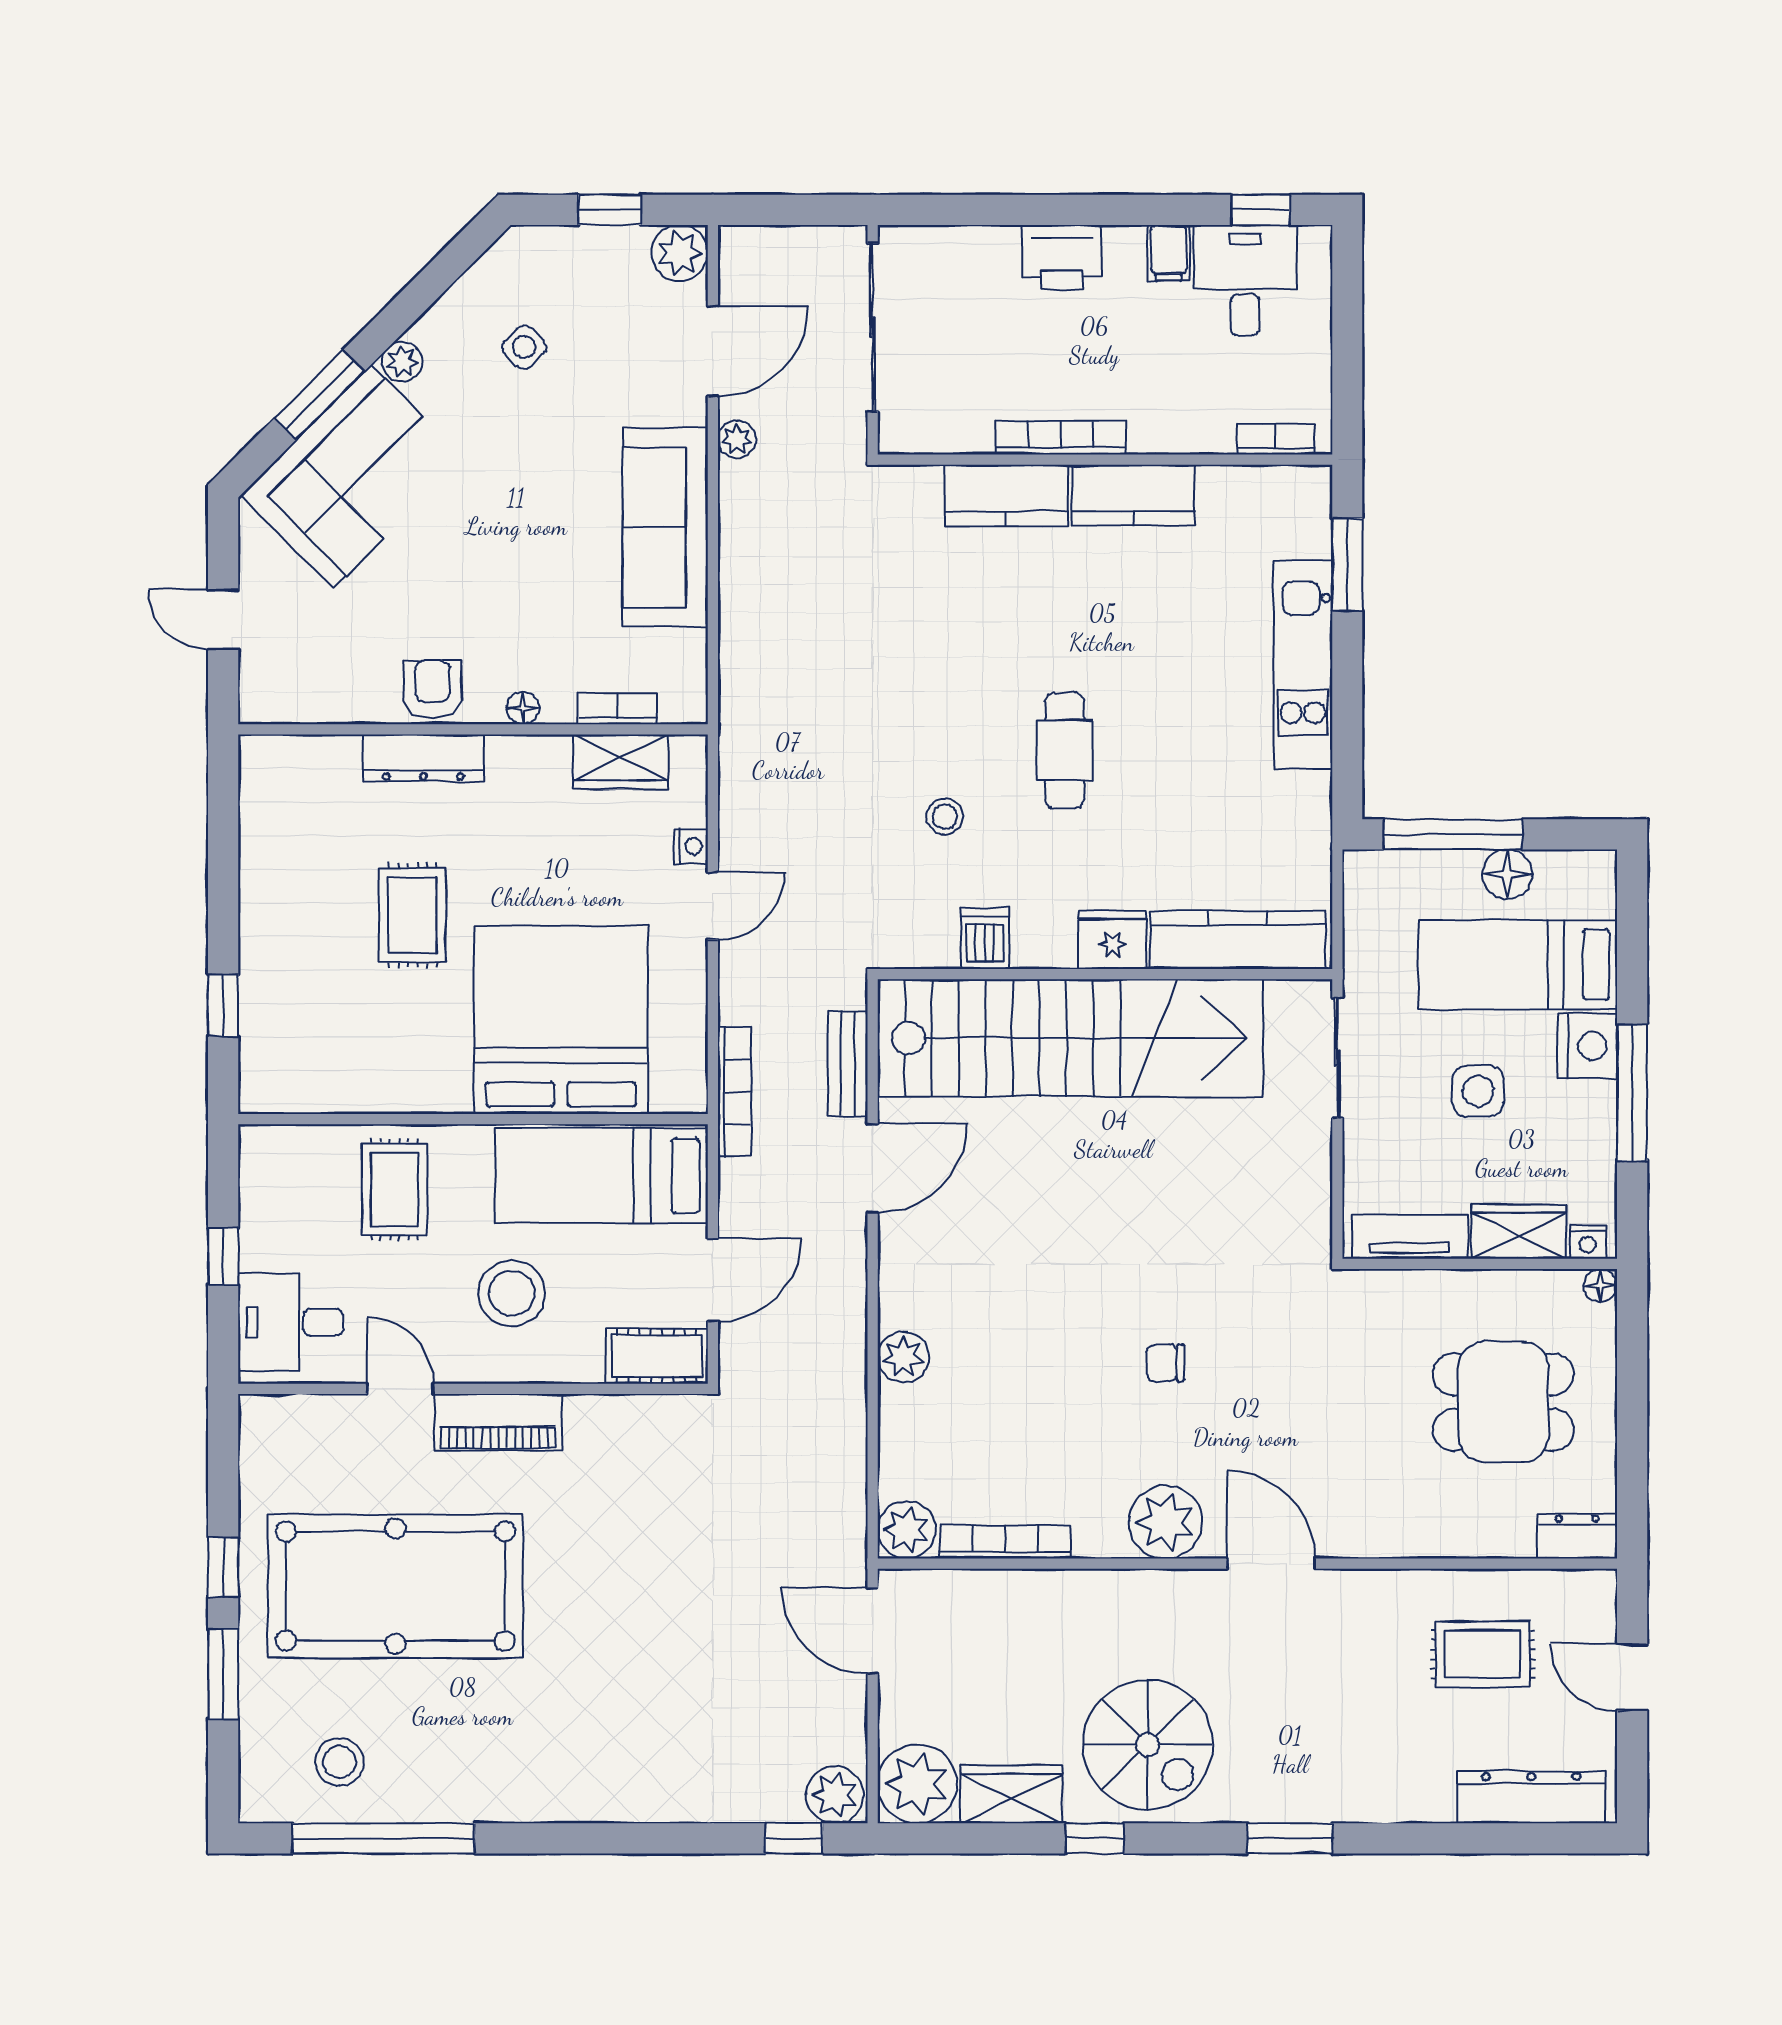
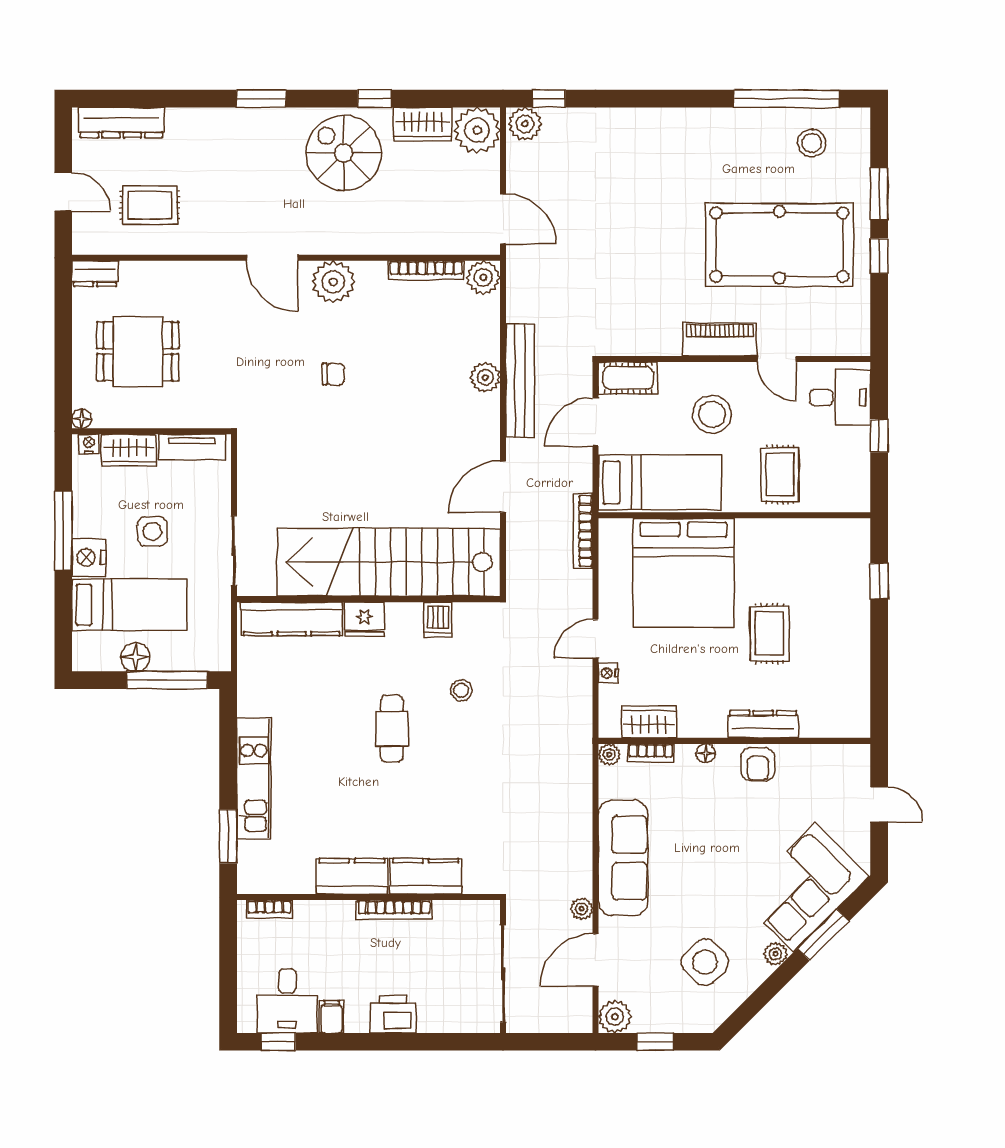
side table: (524, 347) -> (705, 962), width x1.87, depth x1.87
plant: (689, 706) -> (609, 755), added
bench: (848, 1064) -> (520, 381), moved, width x1.86, depth x1.21

